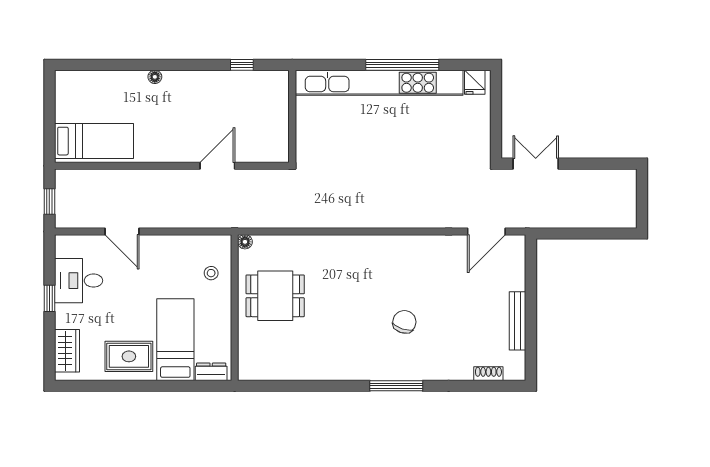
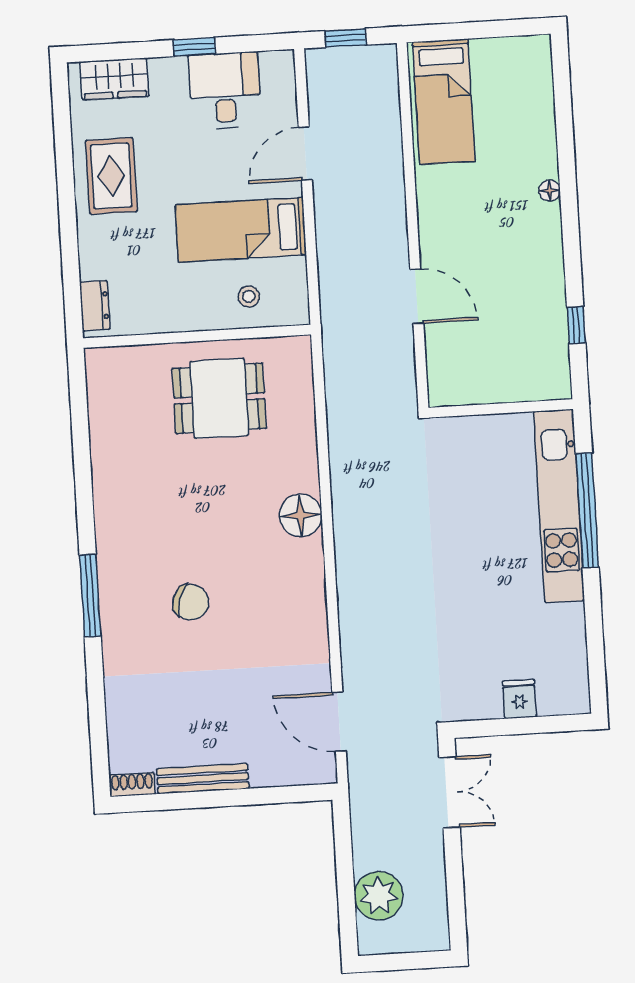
window: (402, 65) -> (587, 510), moved
fridge: (475, 82) -> (519, 699), moved, turned 90
kitchen unit: (379, 83) -> (559, 506), width x0.73
plant: (599, 213) -> (379, 896), added
floor lamp: (245, 242) -> (301, 515), moved, width x1.89, depth x1.89
dining table: (275, 296) -> (219, 398), turned 90
bed: (175, 340) -> (241, 230), moved, turned 180
shoe rack: (488, 374) -> (132, 785), moved, turned -90

